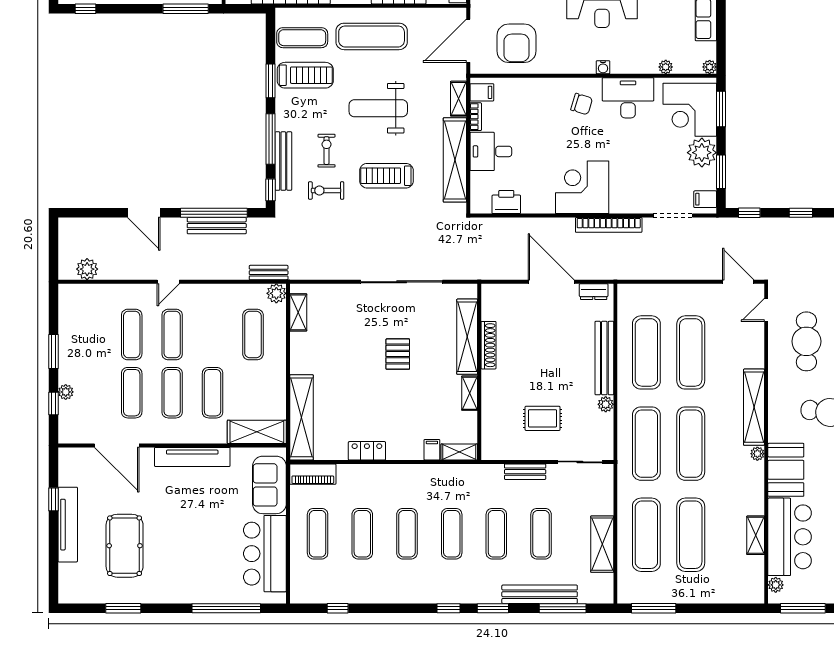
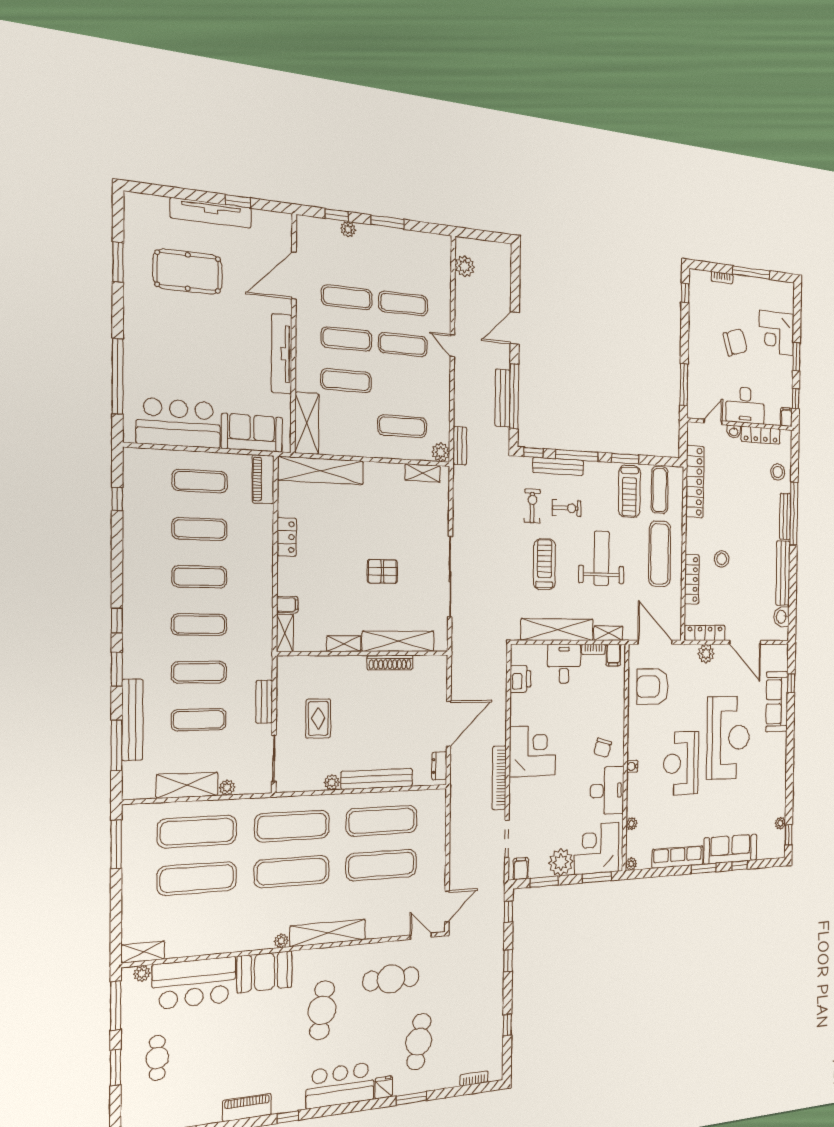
plant: (606, 507) -> (227, 787), added
shelving: (756, 535) -> (143, 952), moved

